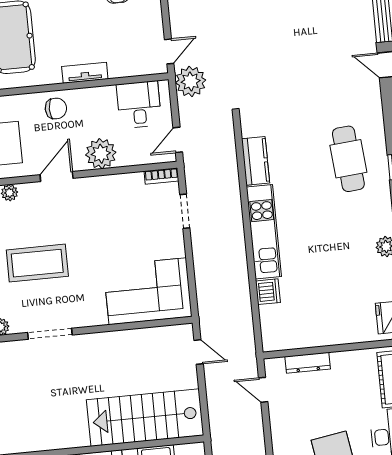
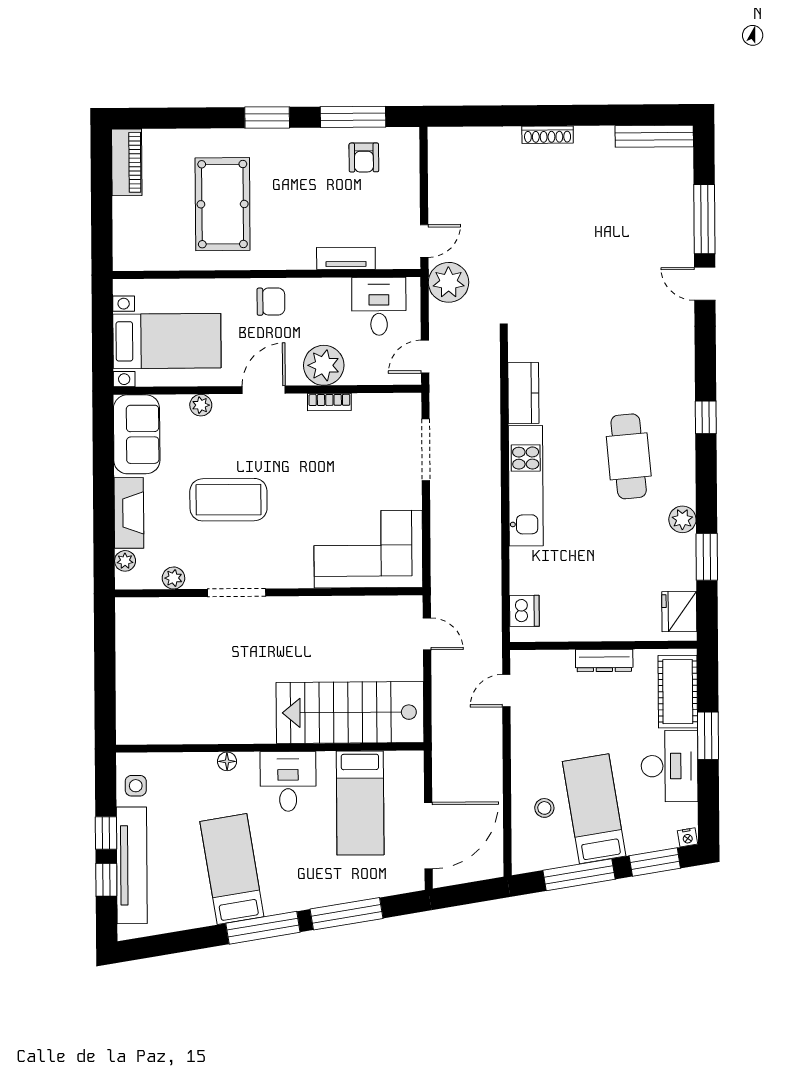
tv unit: (85, 73) -> (346, 258), moved
cafe table: (348, 159) -> (629, 456), moved
bookcase: (161, 176) -> (329, 402), moved
doorway: (185, 211) -> (426, 450), width x1.38
dishwasher: (268, 292) -> (524, 611), moved
dresser: (308, 363) -> (604, 660), moved
door: (263, 390) -> (506, 691), hinge flipped

